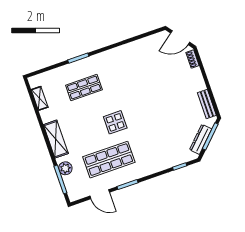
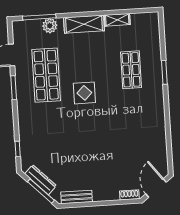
shelving: (40, 98) -> (117, 20), moved

